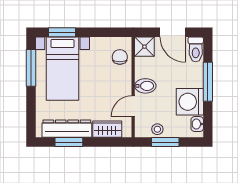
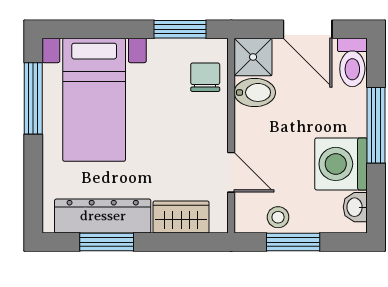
window: (62, 32) -> (180, 29), moved
bidet: (145, 86) -> (255, 92), moved
door: (133, 106) -> (231, 172), swing flipped

